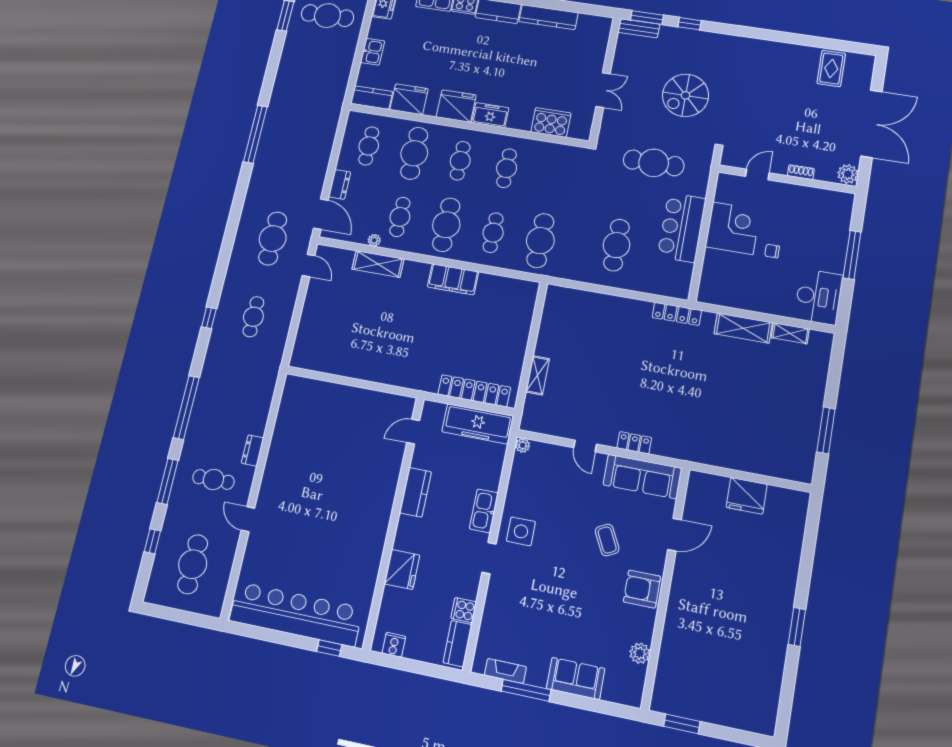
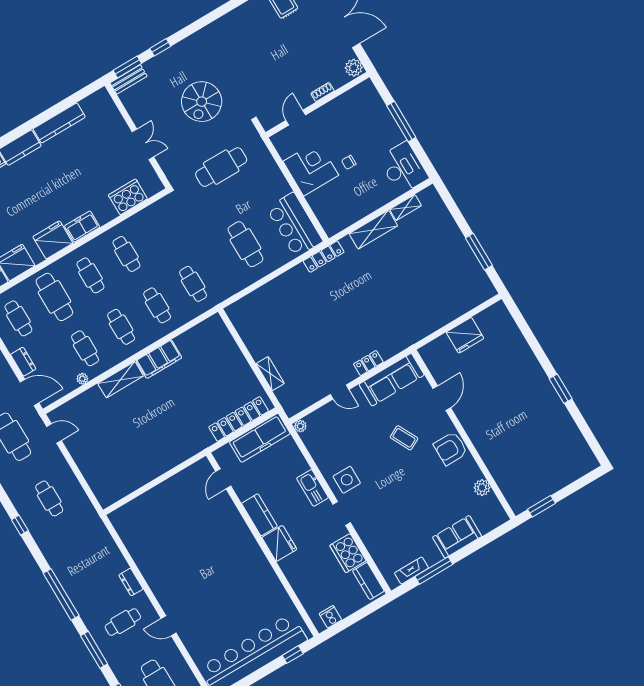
cafe table: (446, 225) -> (121, 327), width x0.73, depth x0.74
bar counter: (682, 228) -> (295, 225), moved
cafe table: (540, 241) -> (193, 284), width x0.73, depth x0.74
shelving: (378, 264) -> (121, 380), moved
fridge: (402, 569) -> (279, 543), moved
cooker: (464, 610) -> (348, 553), width x1.87, depth x1.31

